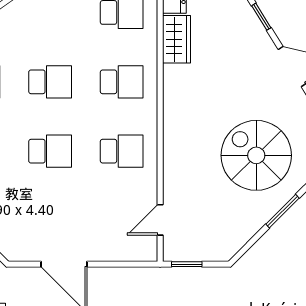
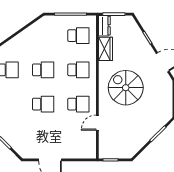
spiral stairs: (256, 155) -> (126, 88), moved
door: (160, 220) -> (97, 123), moved

